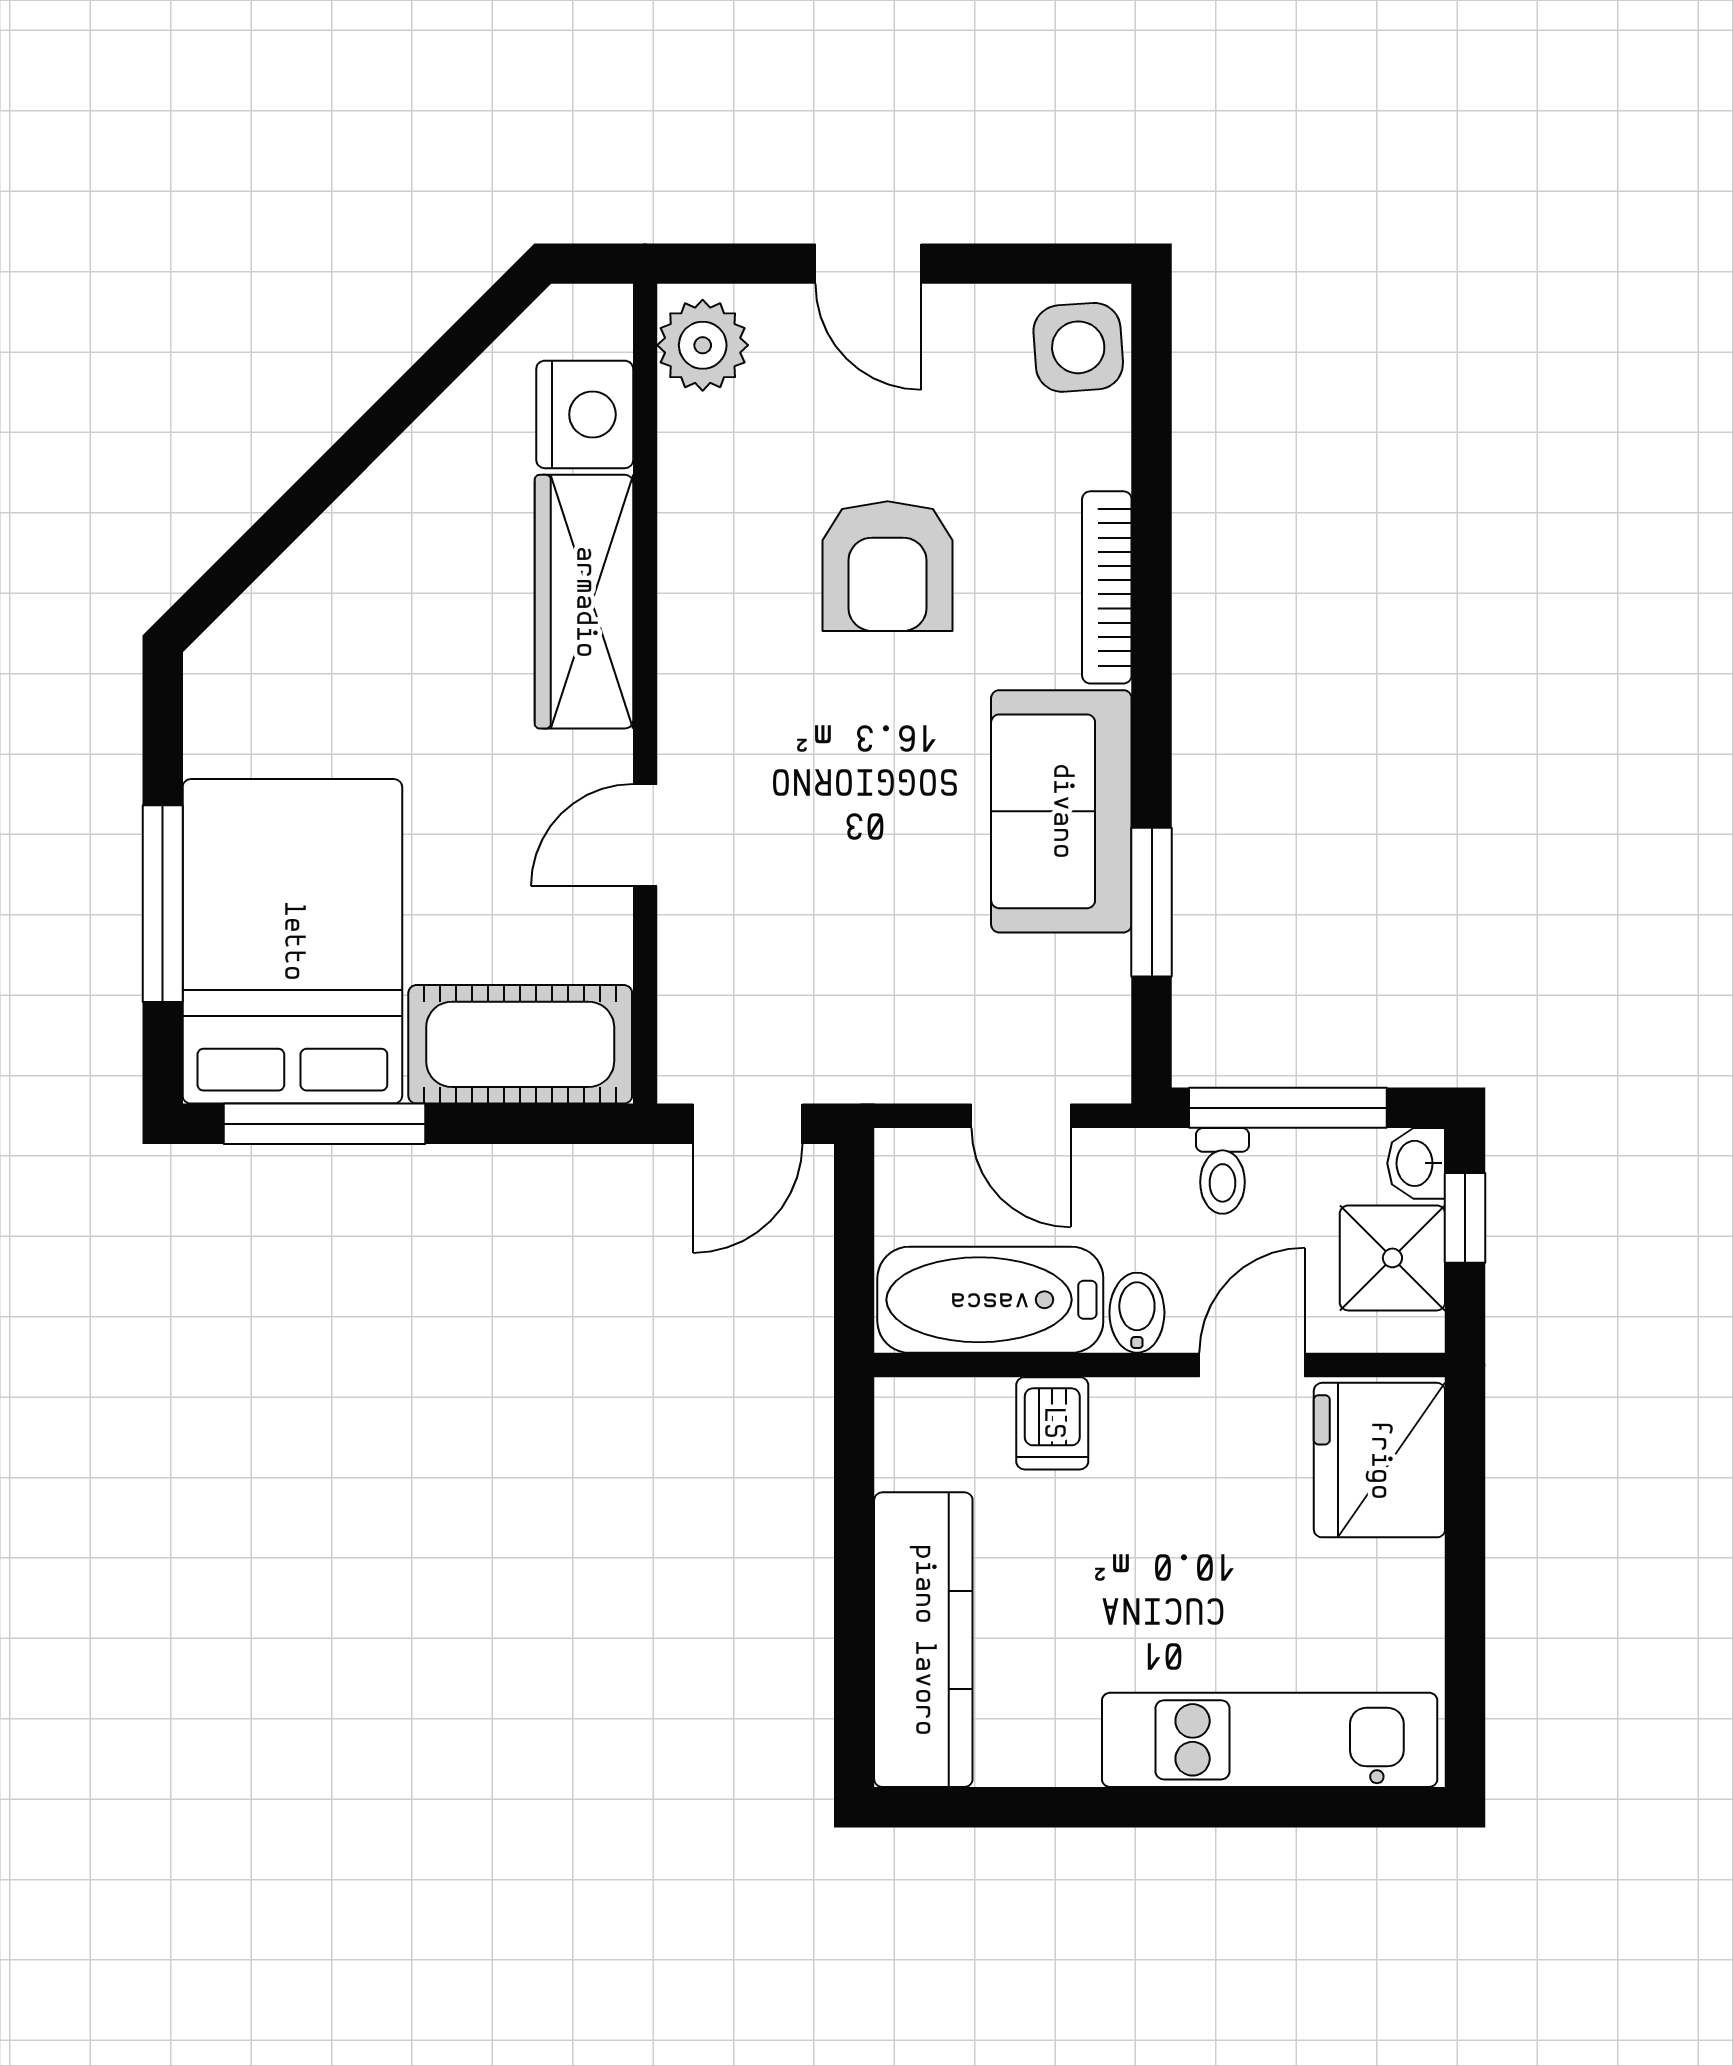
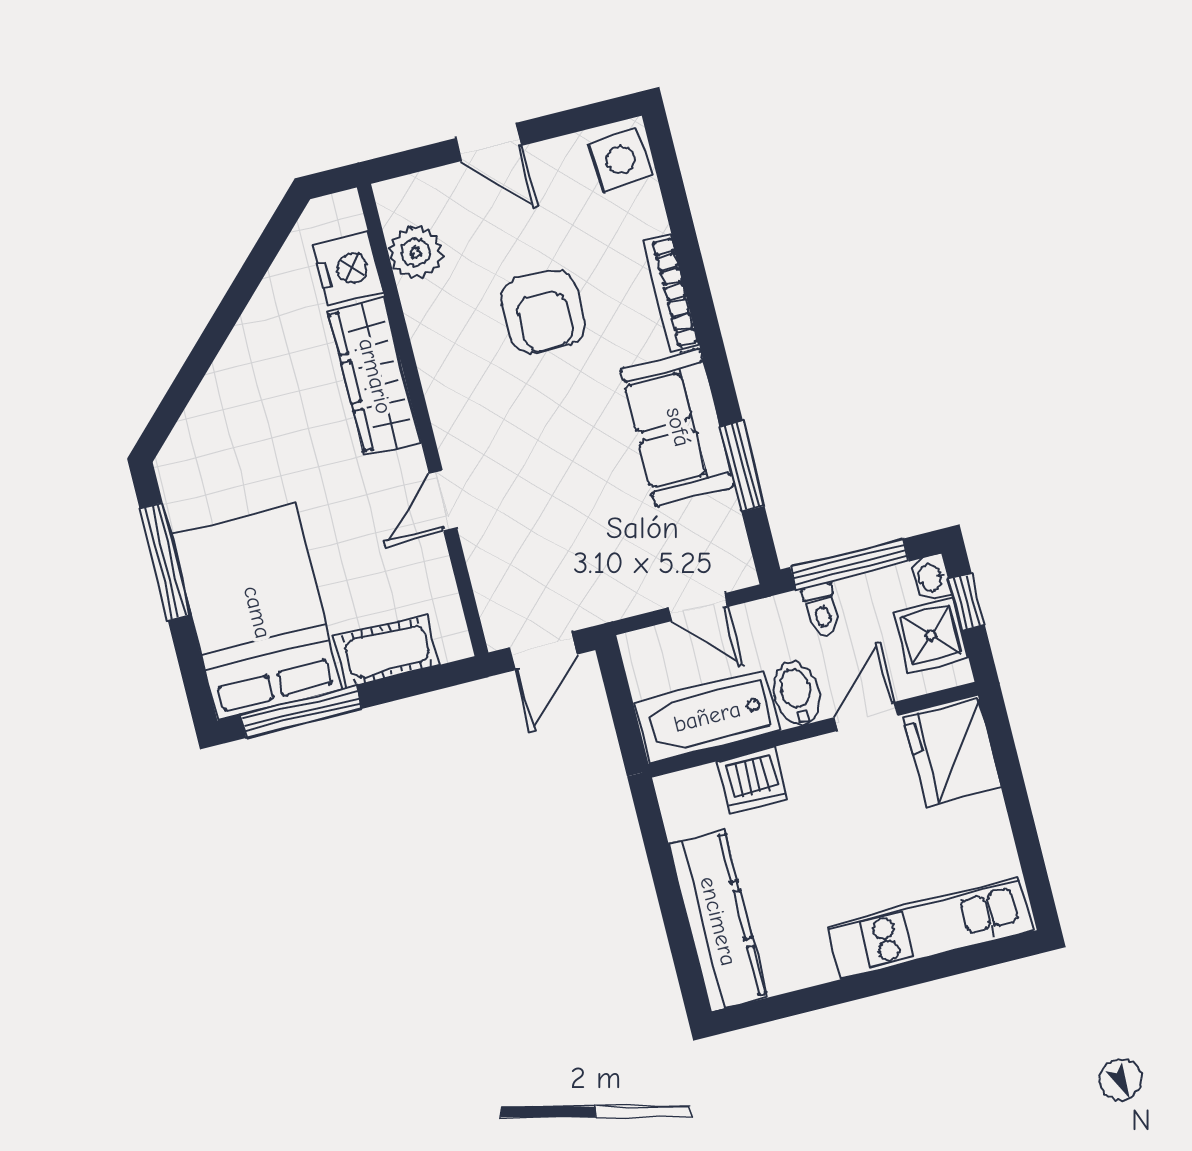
plant: (703, 345) -> (416, 252), moved
window: (163, 904) -> (165, 562), moved
cot: (520, 1044) -> (387, 651), width x0.73, depth x0.75
bidet: (1137, 1313) -> (797, 693), width x1.38, depth x1.36
dishwasher: (1052, 1423) -> (752, 780), width x1.38

